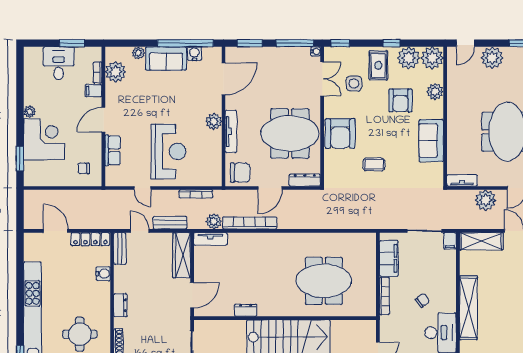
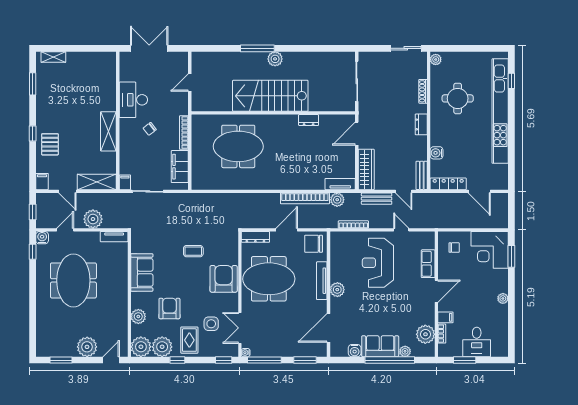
window: (185, 43) -> (390, 360), moved
corner desk: (44, 139) -> (490, 250), moved
shelving: (468, 308) -> (108, 131), width x0.68

